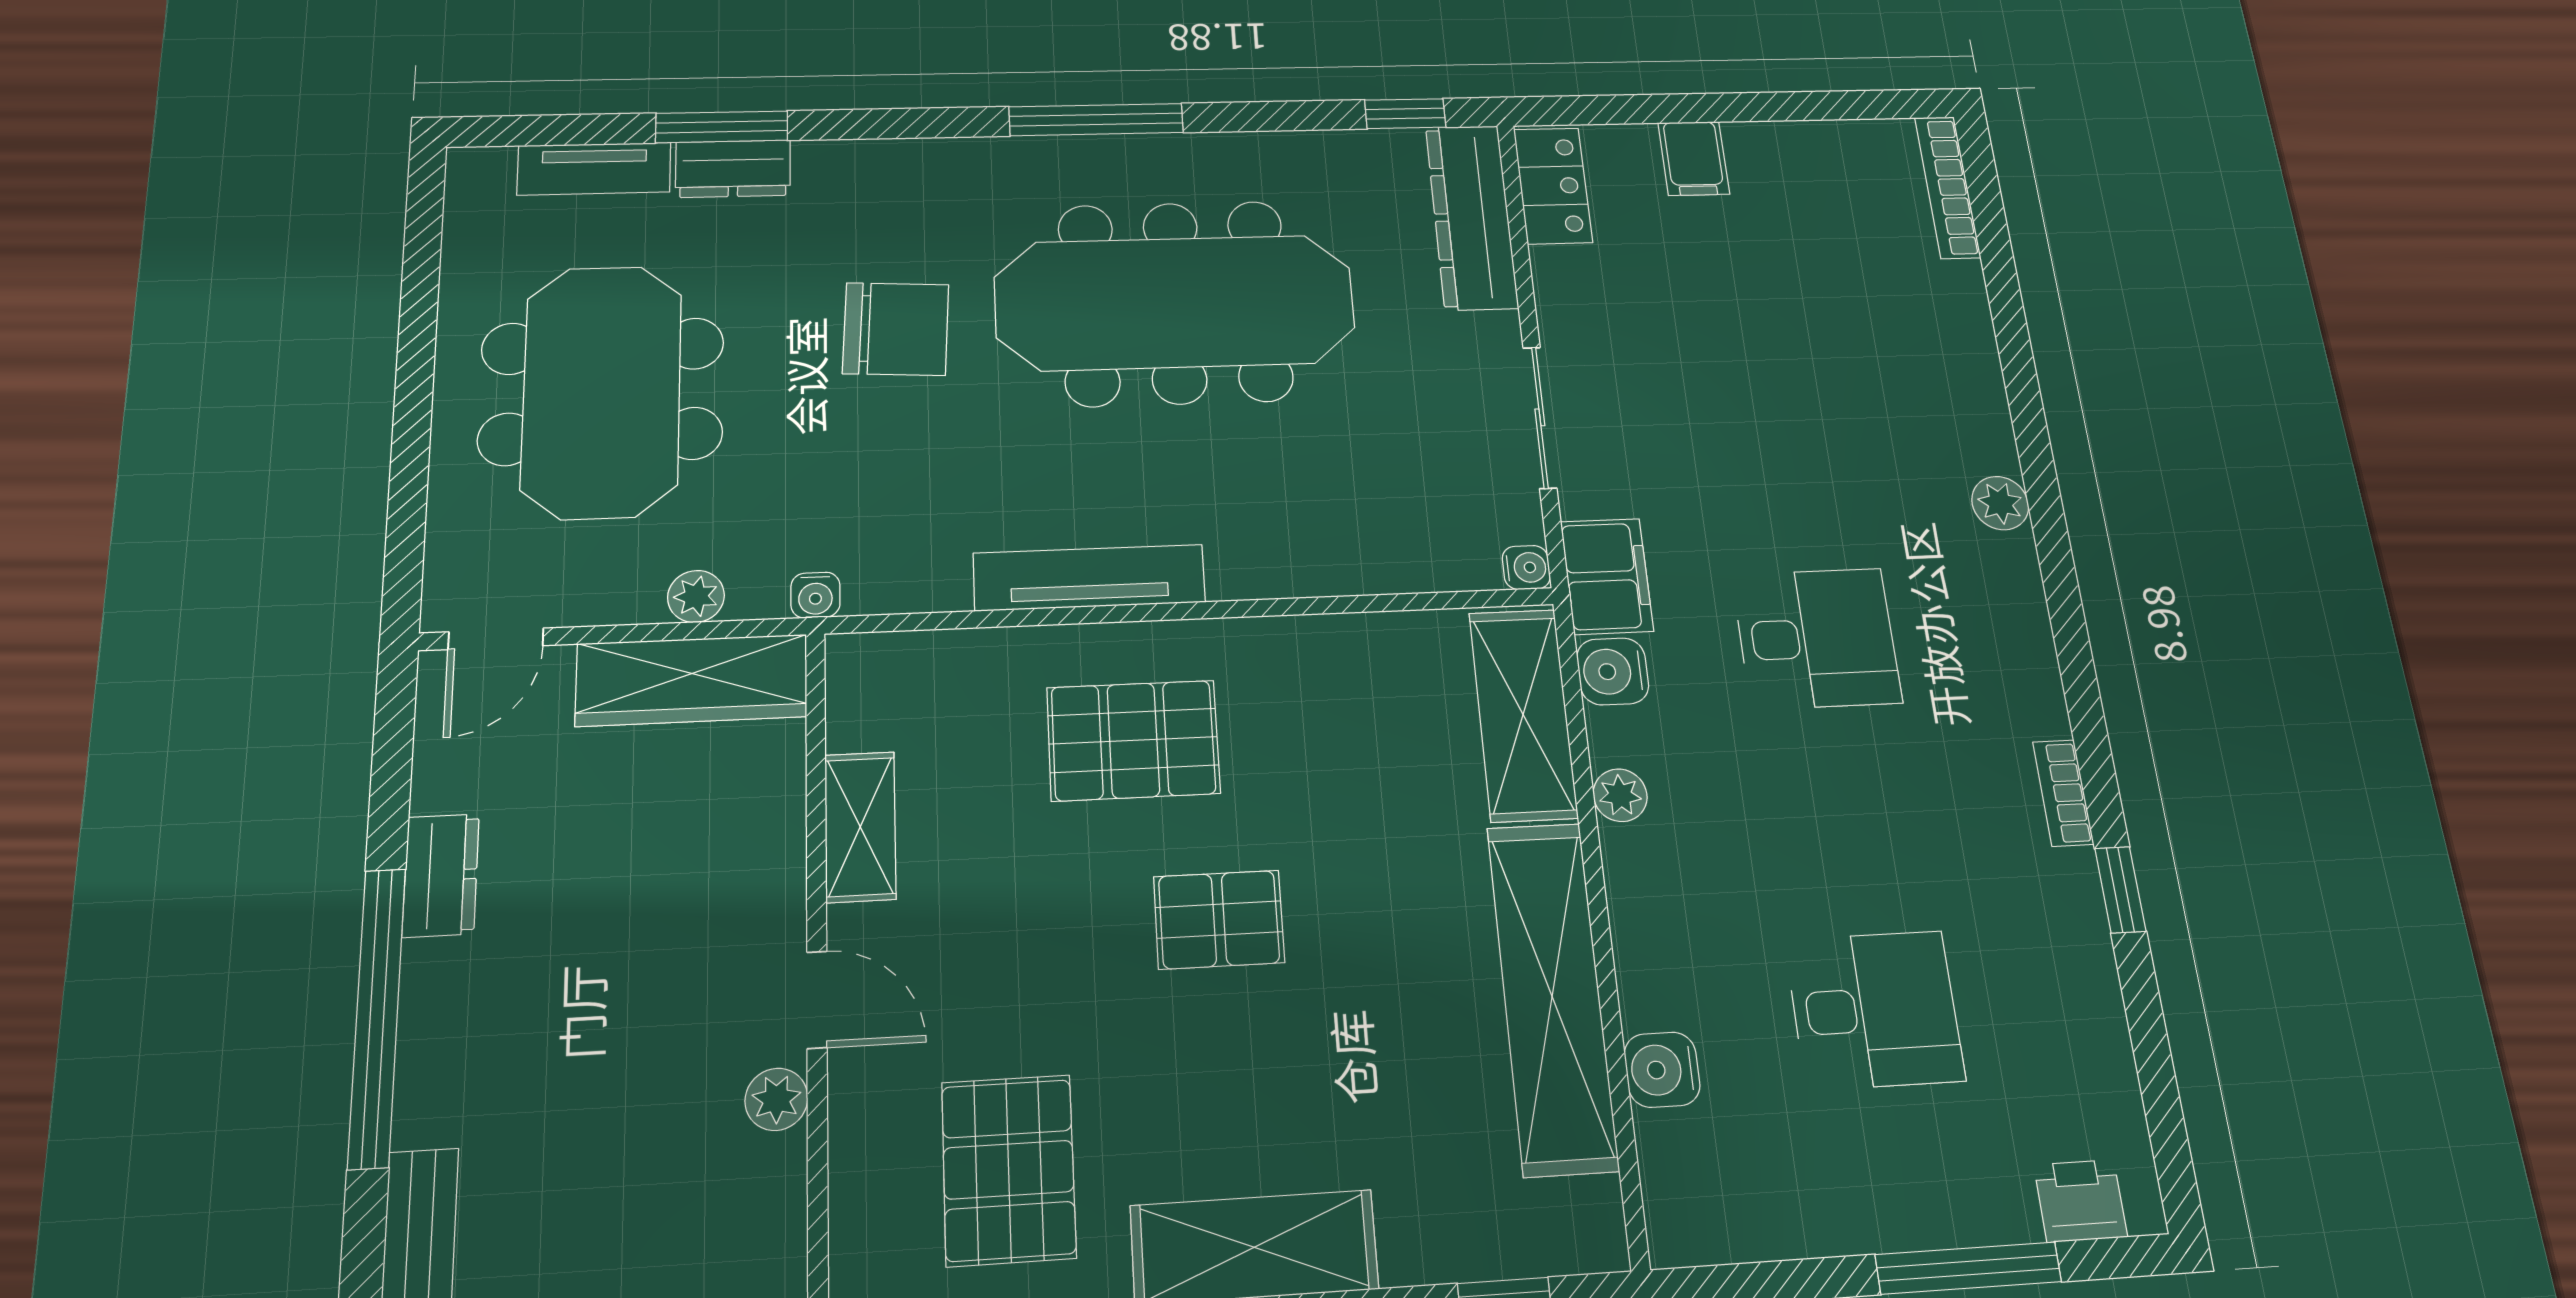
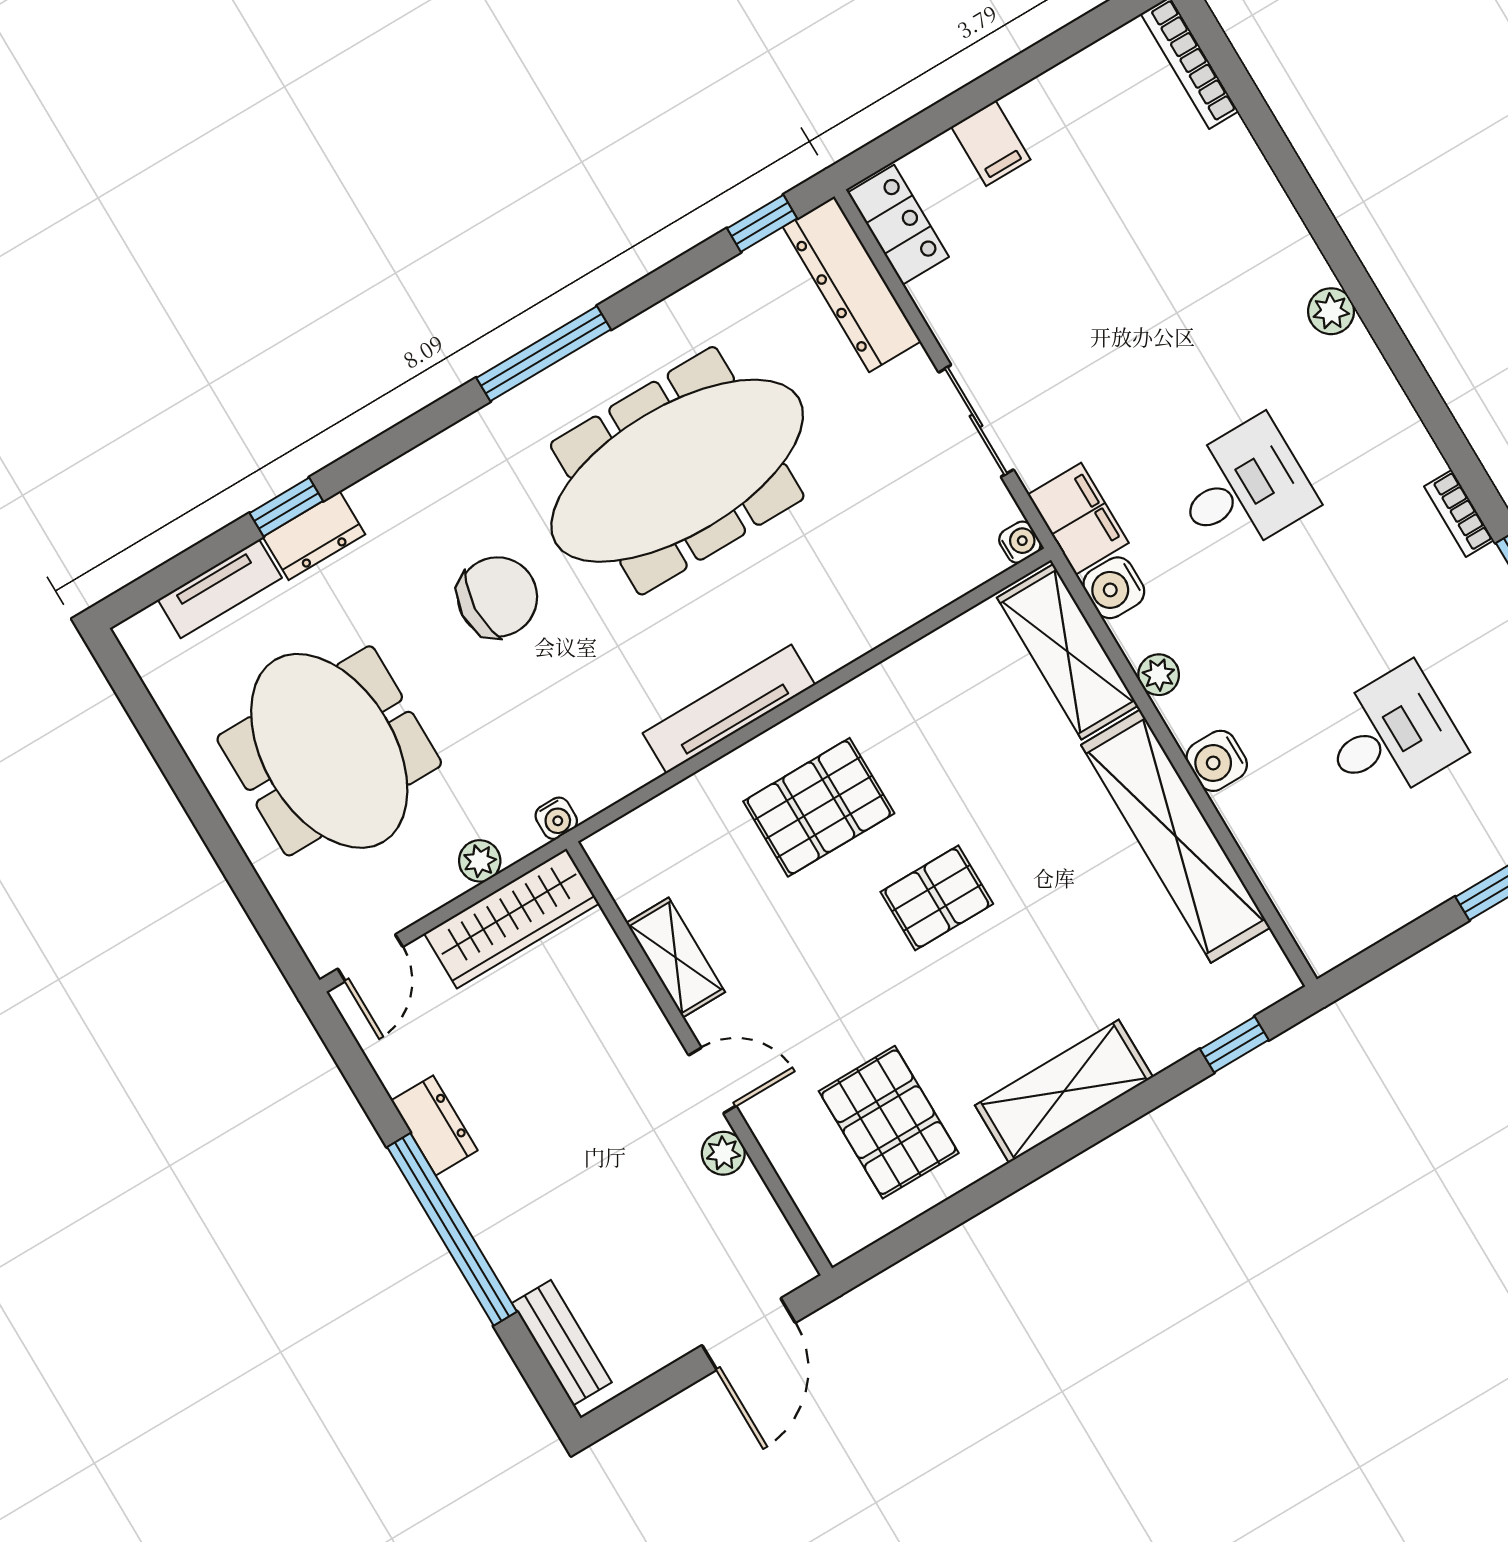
window: (722, 127) -> (286, 507), width x0.67
water cooler: (1662, 1070) -> (1217, 761), moved

